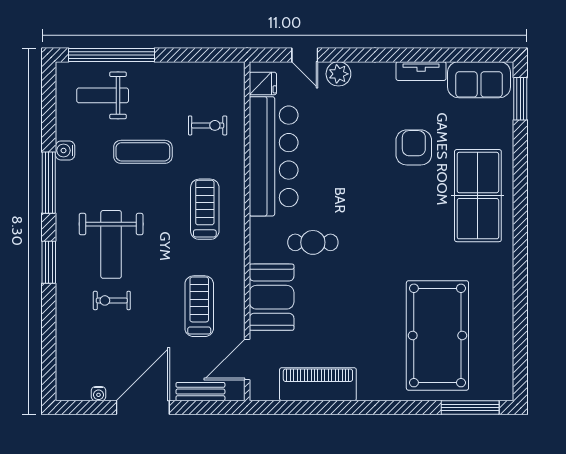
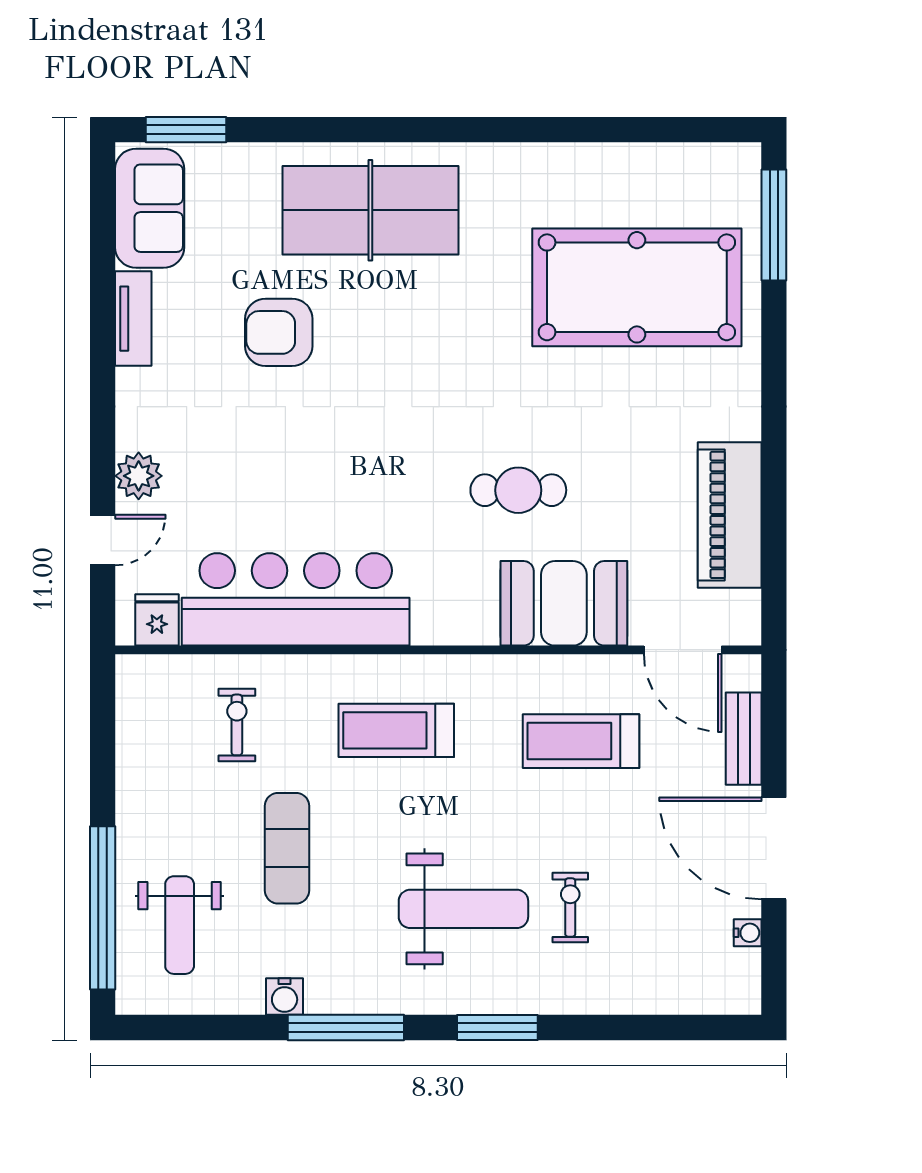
cafe table: (313, 242) -> (518, 490), moved, turned 90
exercise bike: (112, 300) -> (570, 908), turned 180

